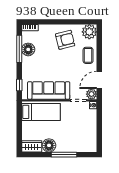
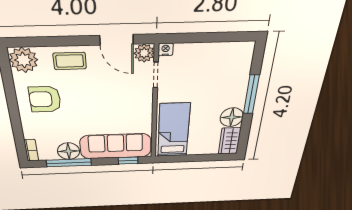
armchair: (65, 40) -> (45, 99), turned -76
sofa: (49, 90) -> (116, 146), moved, turned 90

